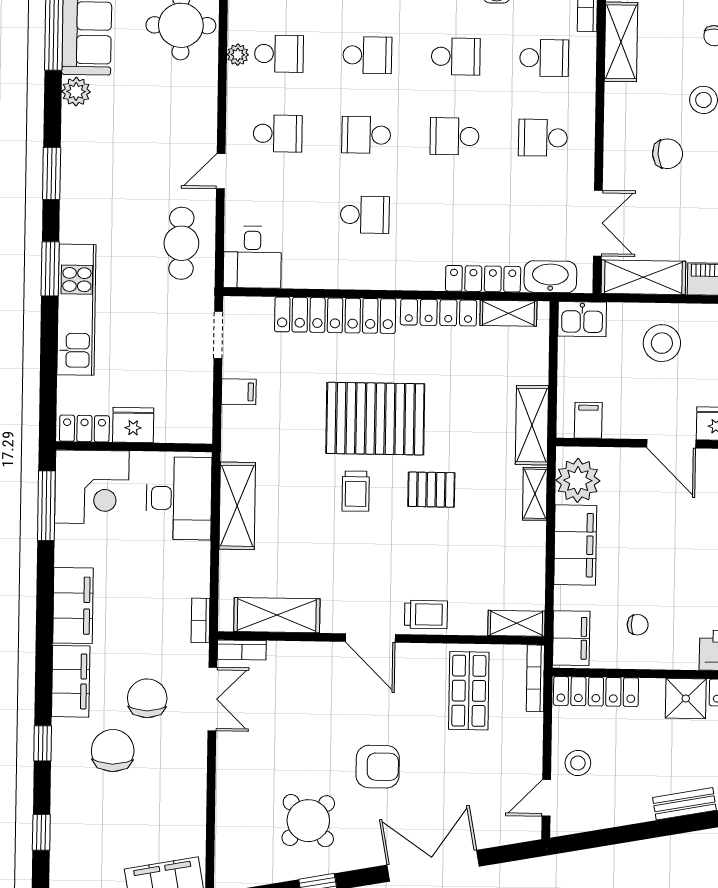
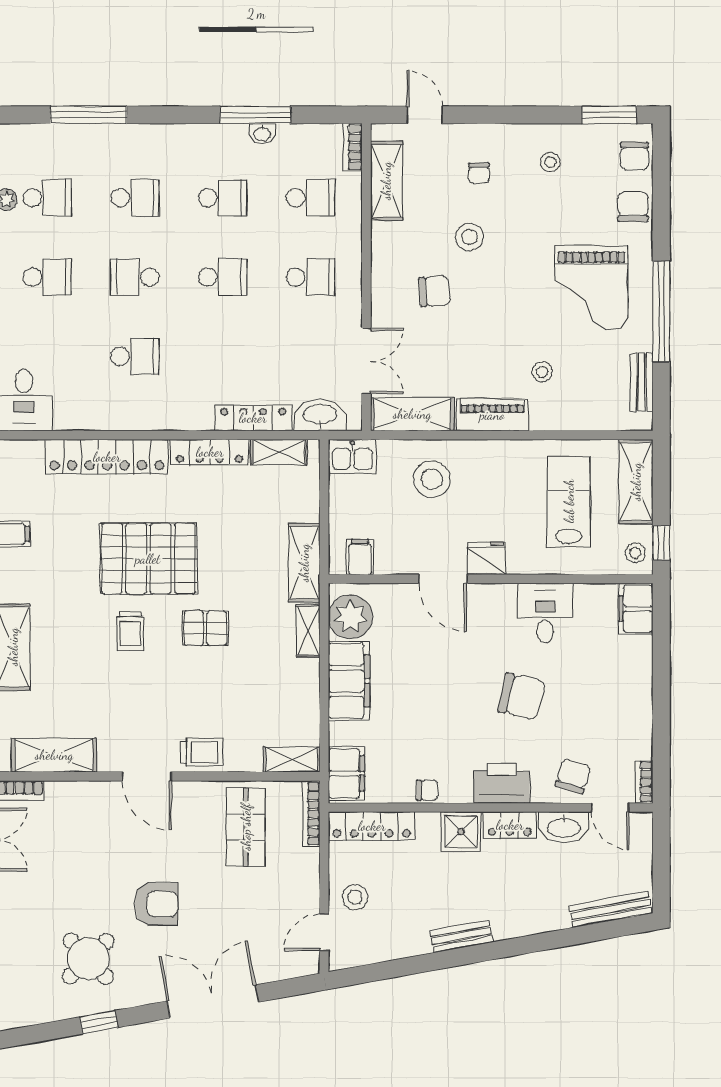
school desk: (455, 136) -> (223, 277), turned 180
school desk: (543, 138) -> (310, 277), turned 180
chair: (638, 625) -> (427, 790), moved

